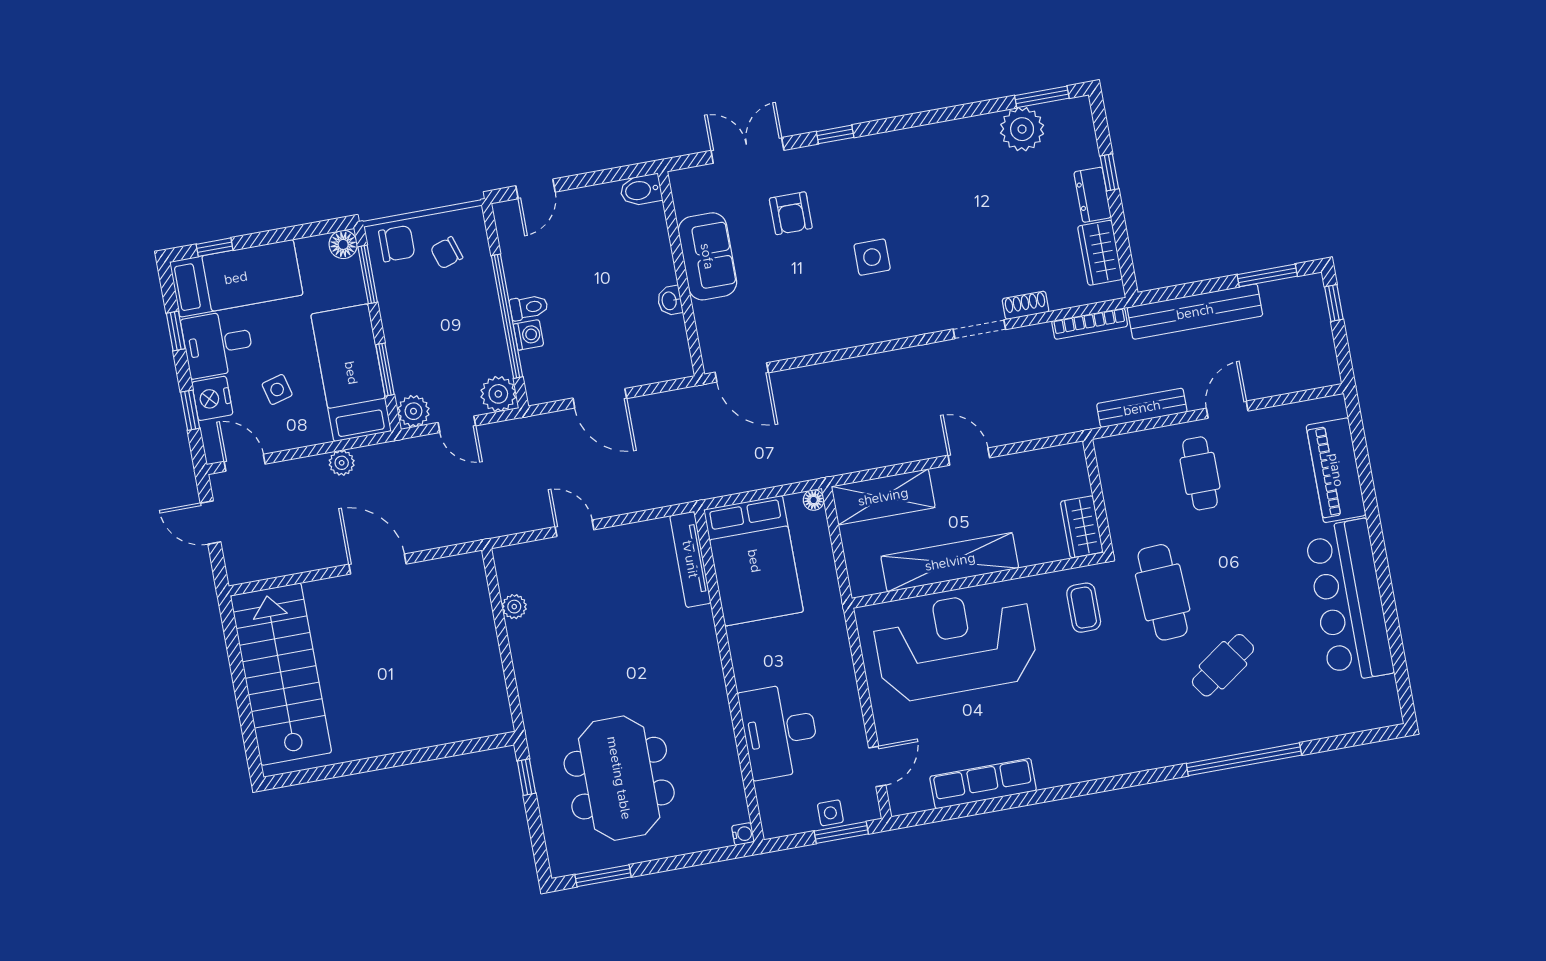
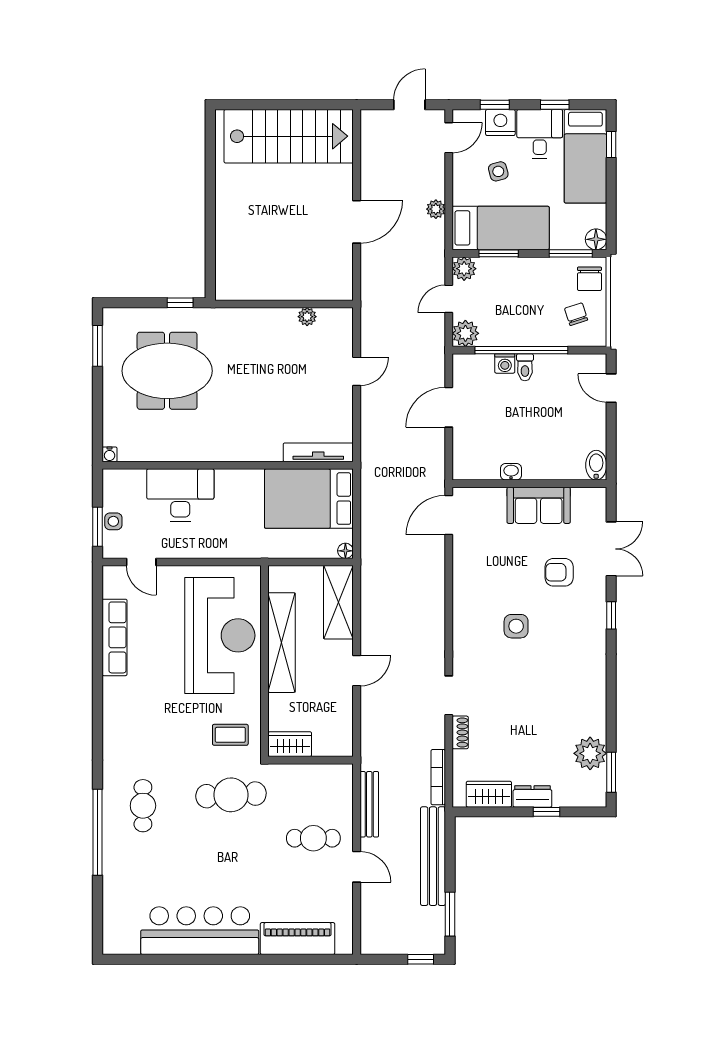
cafe table: (1223, 665) -> (143, 806), moved, turned 35

